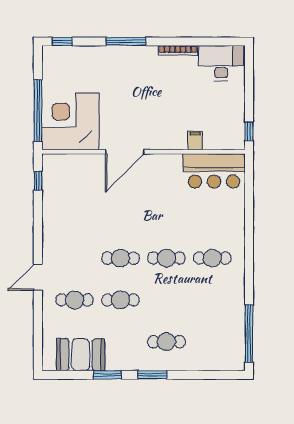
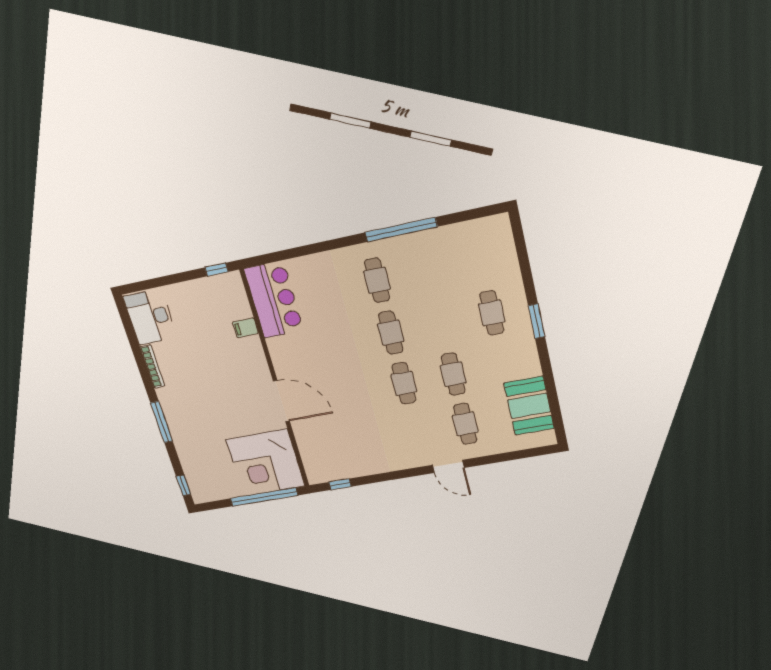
window: (249, 334) -> (401, 230), moved
window: (107, 375) -> (547, 372), removed

